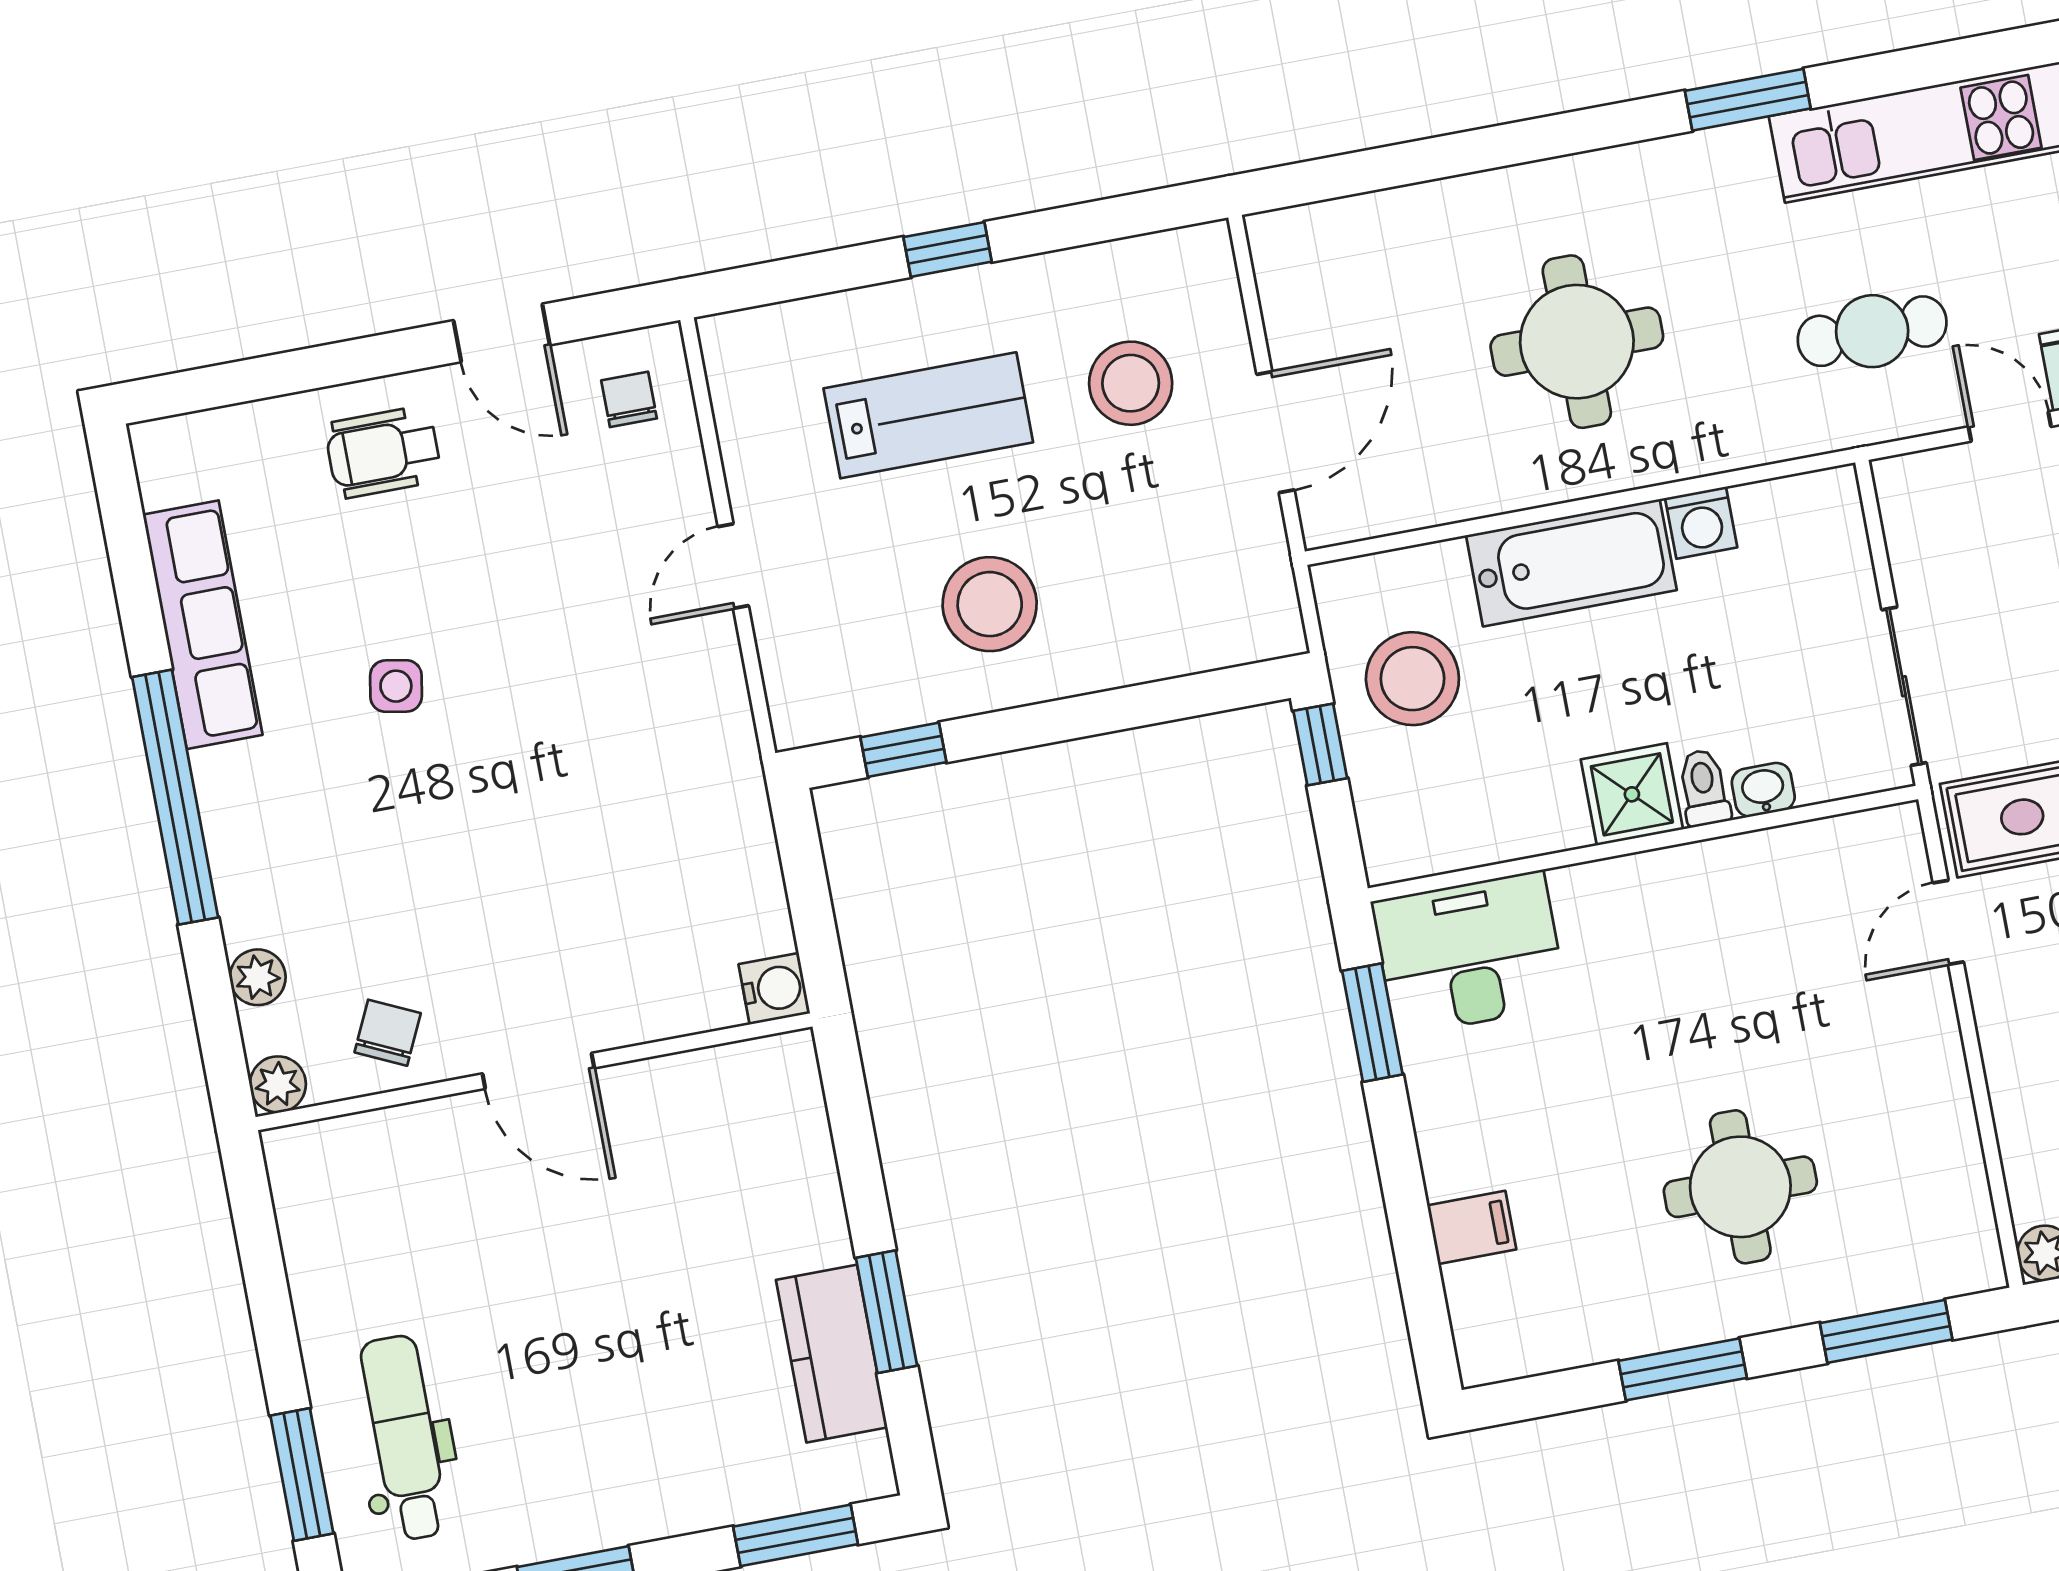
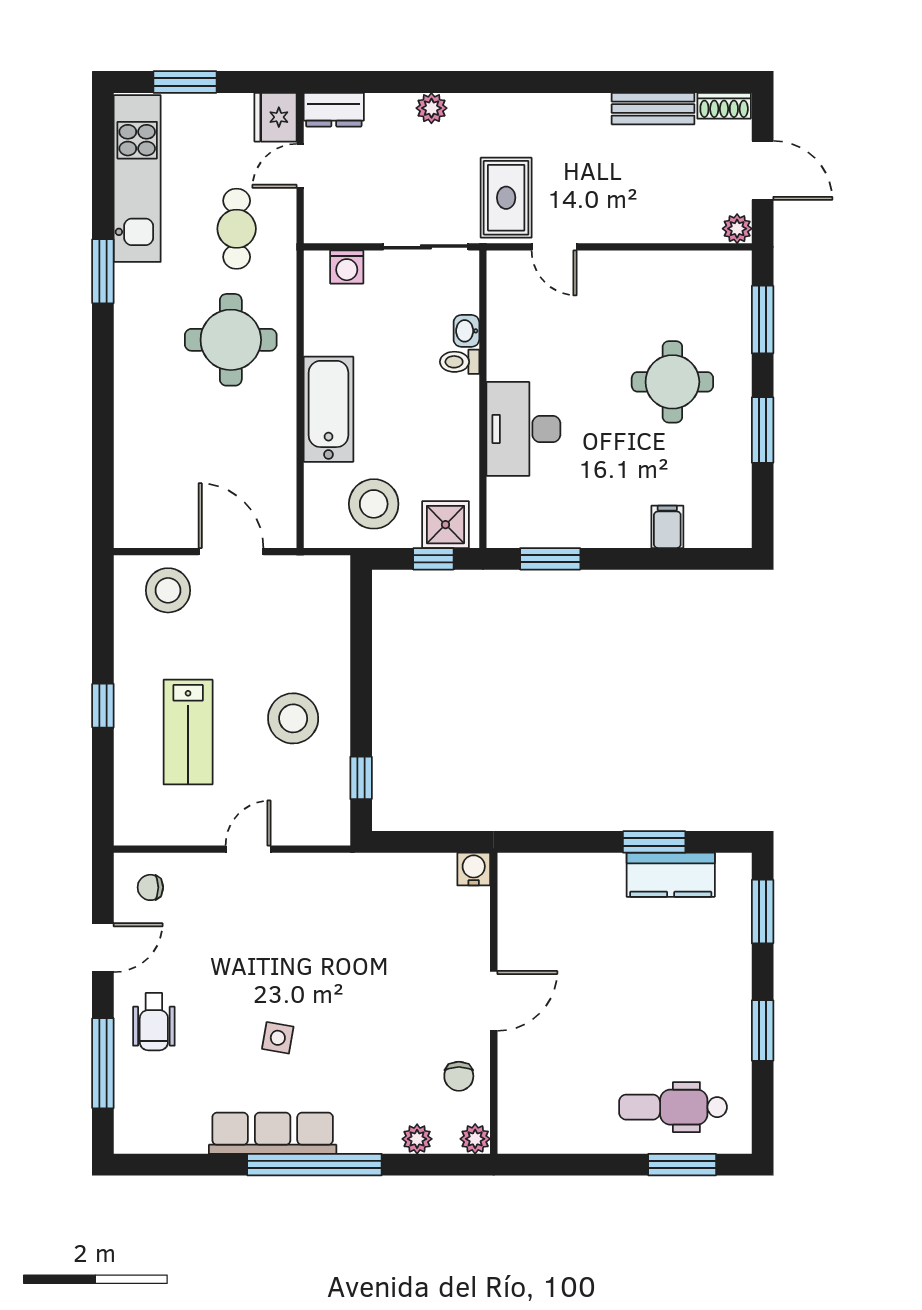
round table: (1577, 342) -> (231, 340), moved
window: (289, 373) -> (103, 1063), added
stool: (1131, 383) -> (168, 590), moved
lab bench: (928, 415) -> (188, 732), turned 180
washing machine: (1701, 523) -> (347, 267), moved, turned 90
door: (733, 566) -> (248, 849), swing flipped
row of seats: (203, 625) -> (273, 1133), moved
window: (1320, 744) -> (433, 559), moved
shower: (1632, 794) -> (445, 525), moved
desk: (1470, 953) -> (523, 429), moved
chair: (388, 1033) -> (459, 1076), turned -115

